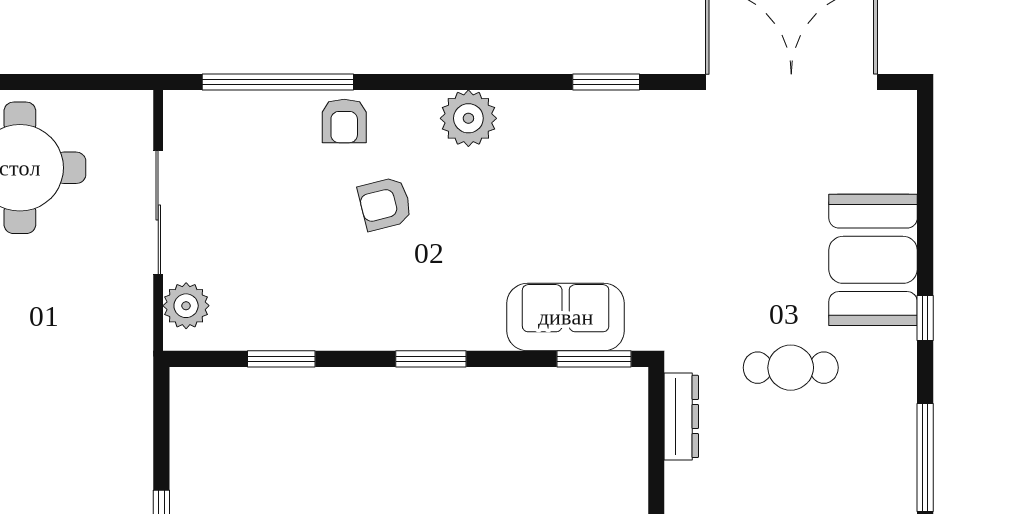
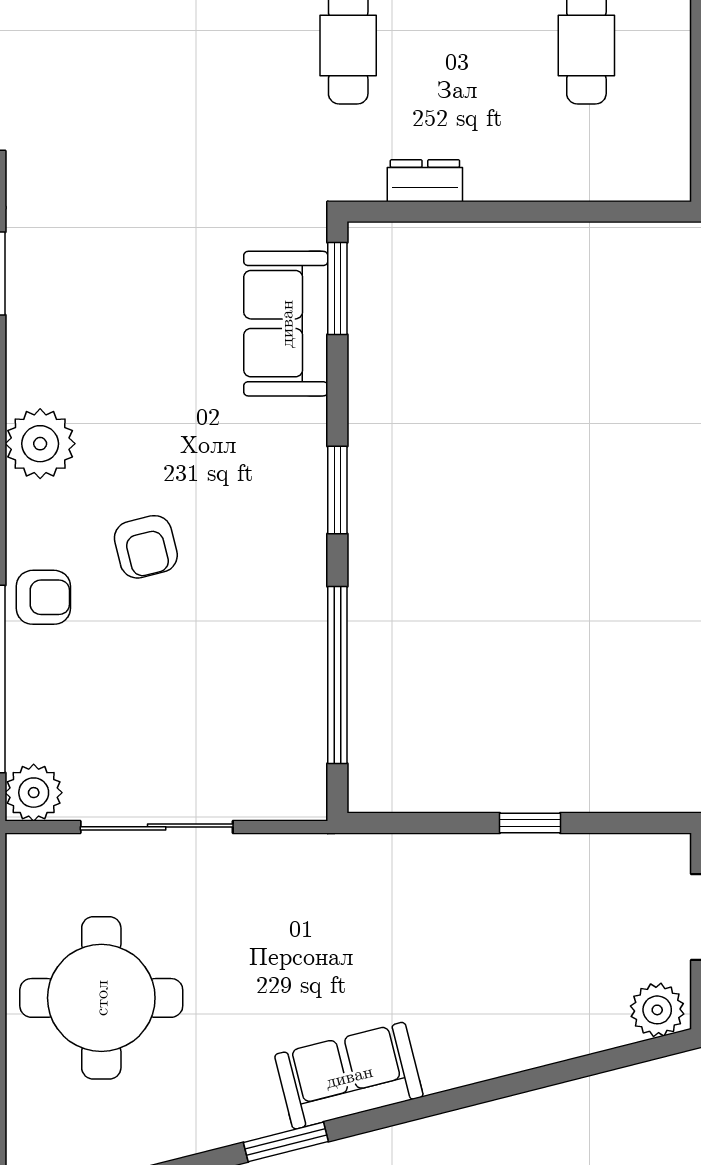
plant: (186, 306) -> (34, 793), moved
window: (281, 359) -> (337, 675), width x2.11
dresser: (681, 416) -> (425, 181), width x0.70

